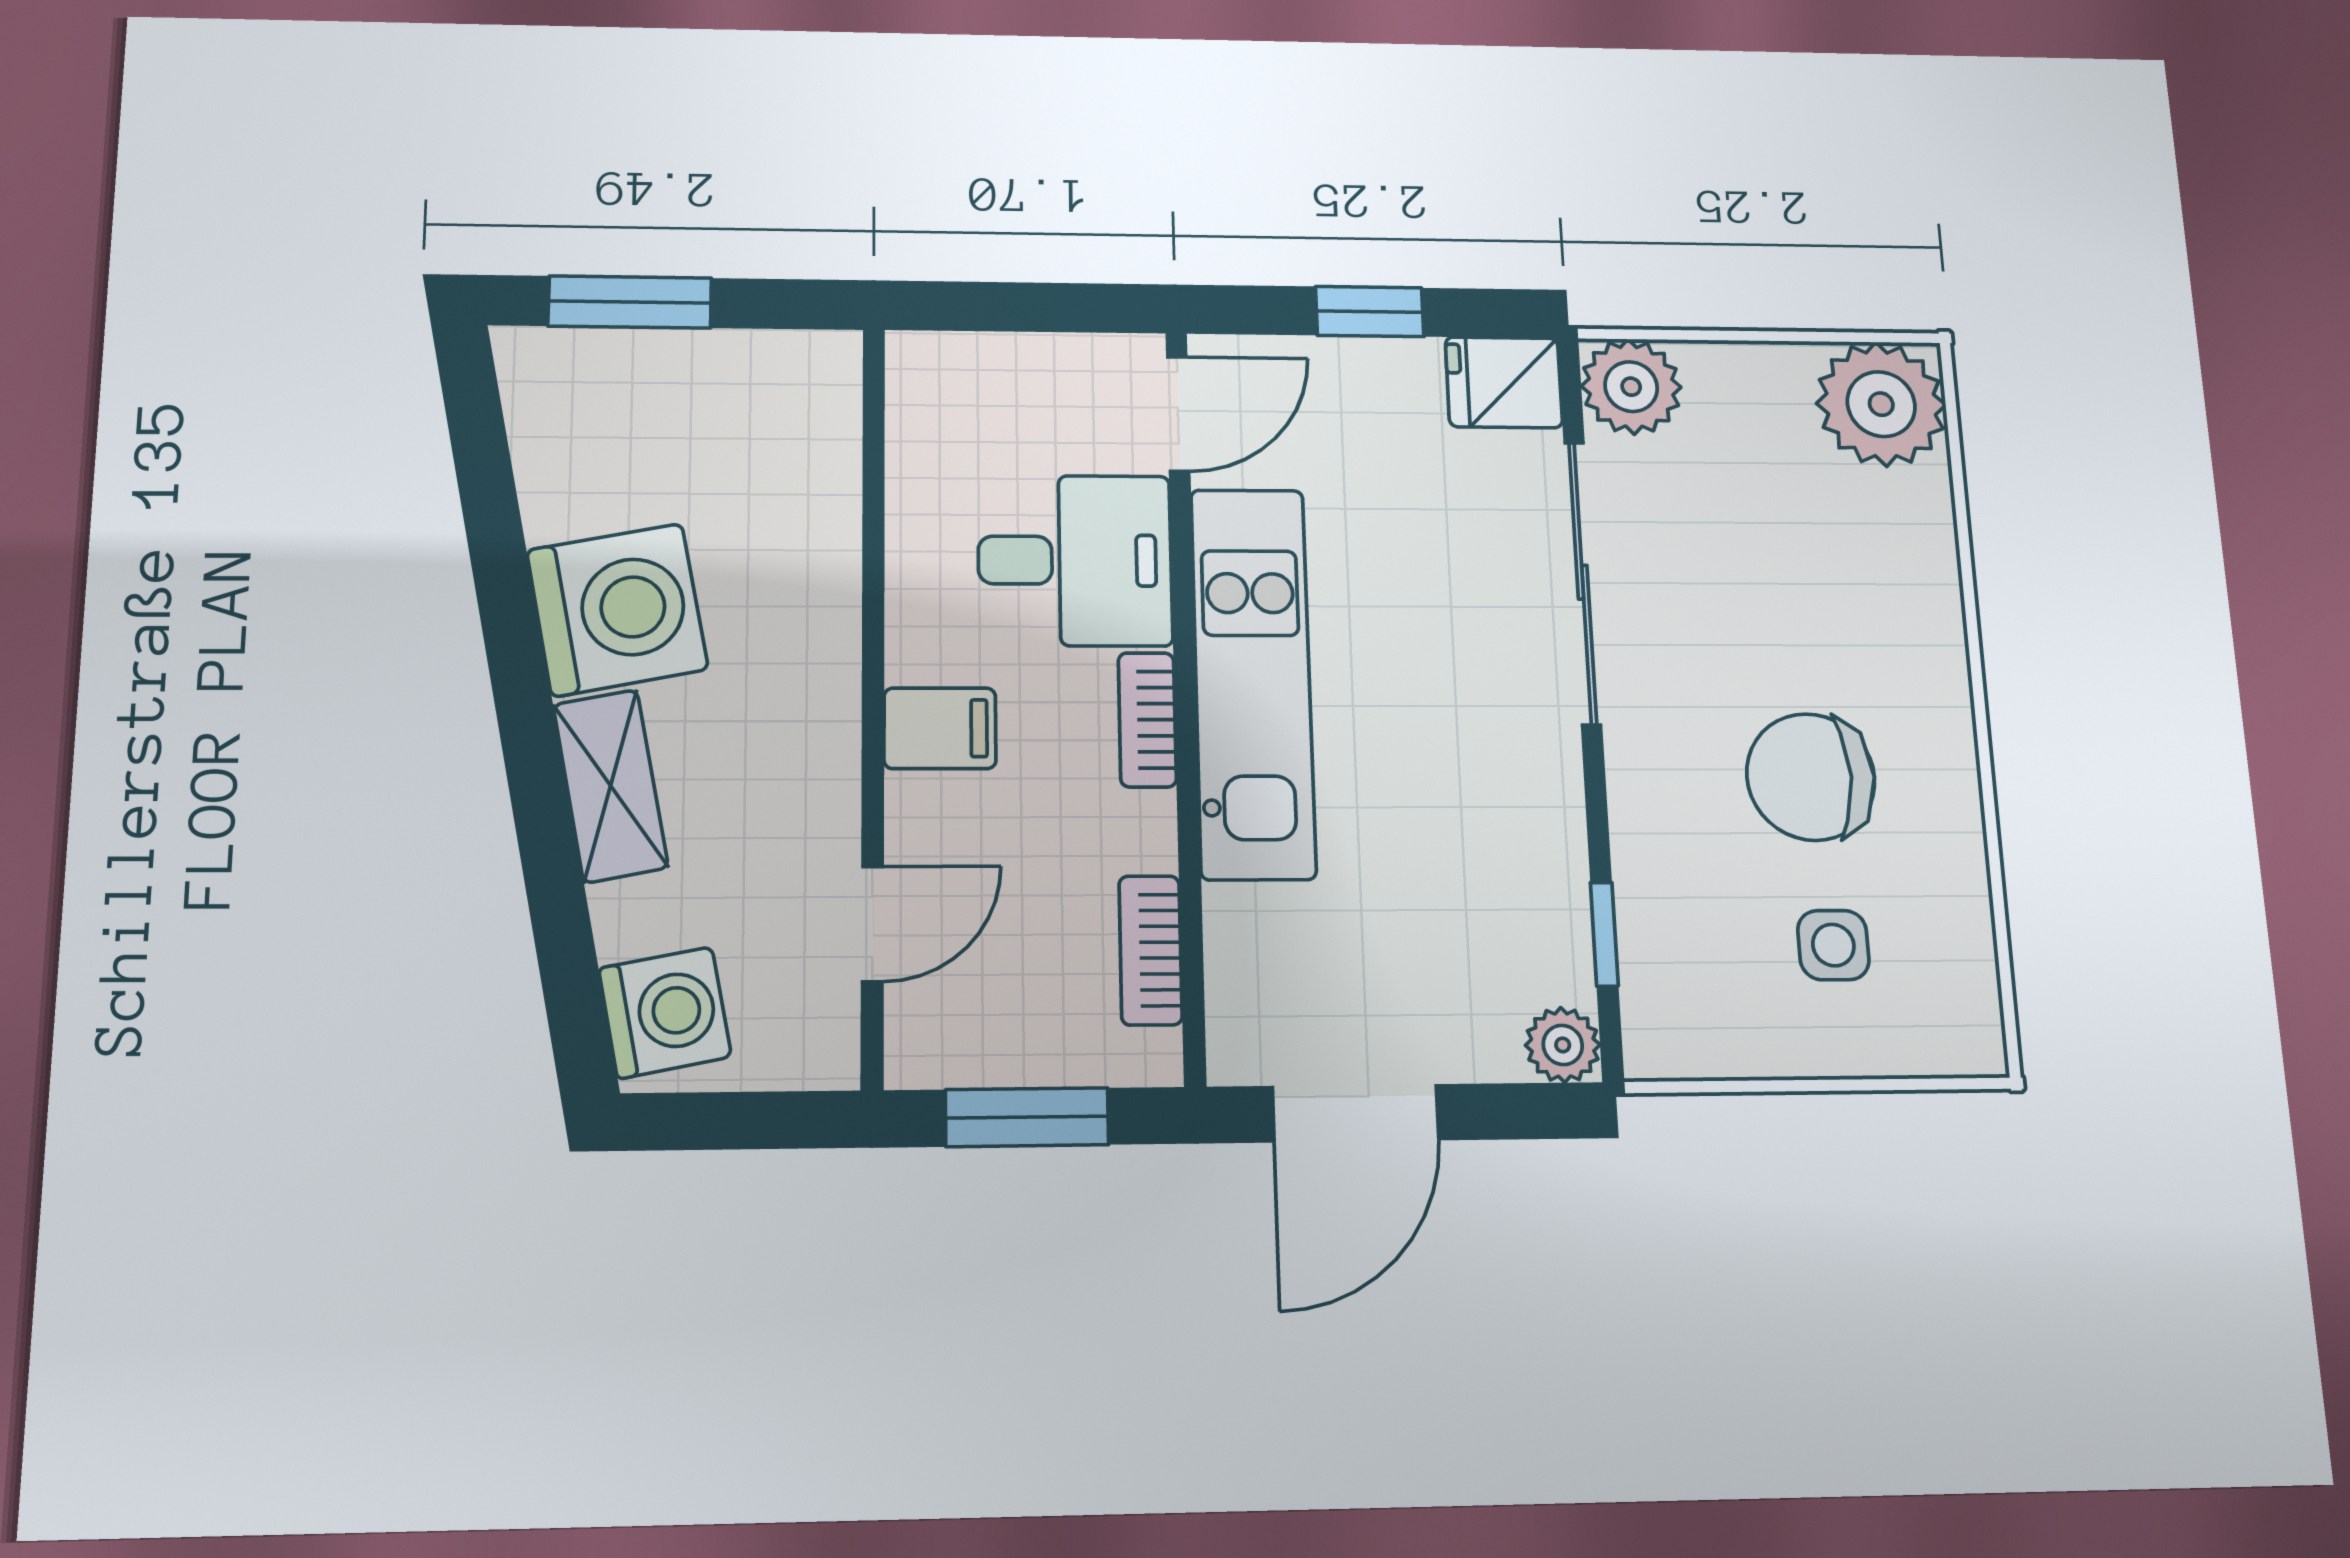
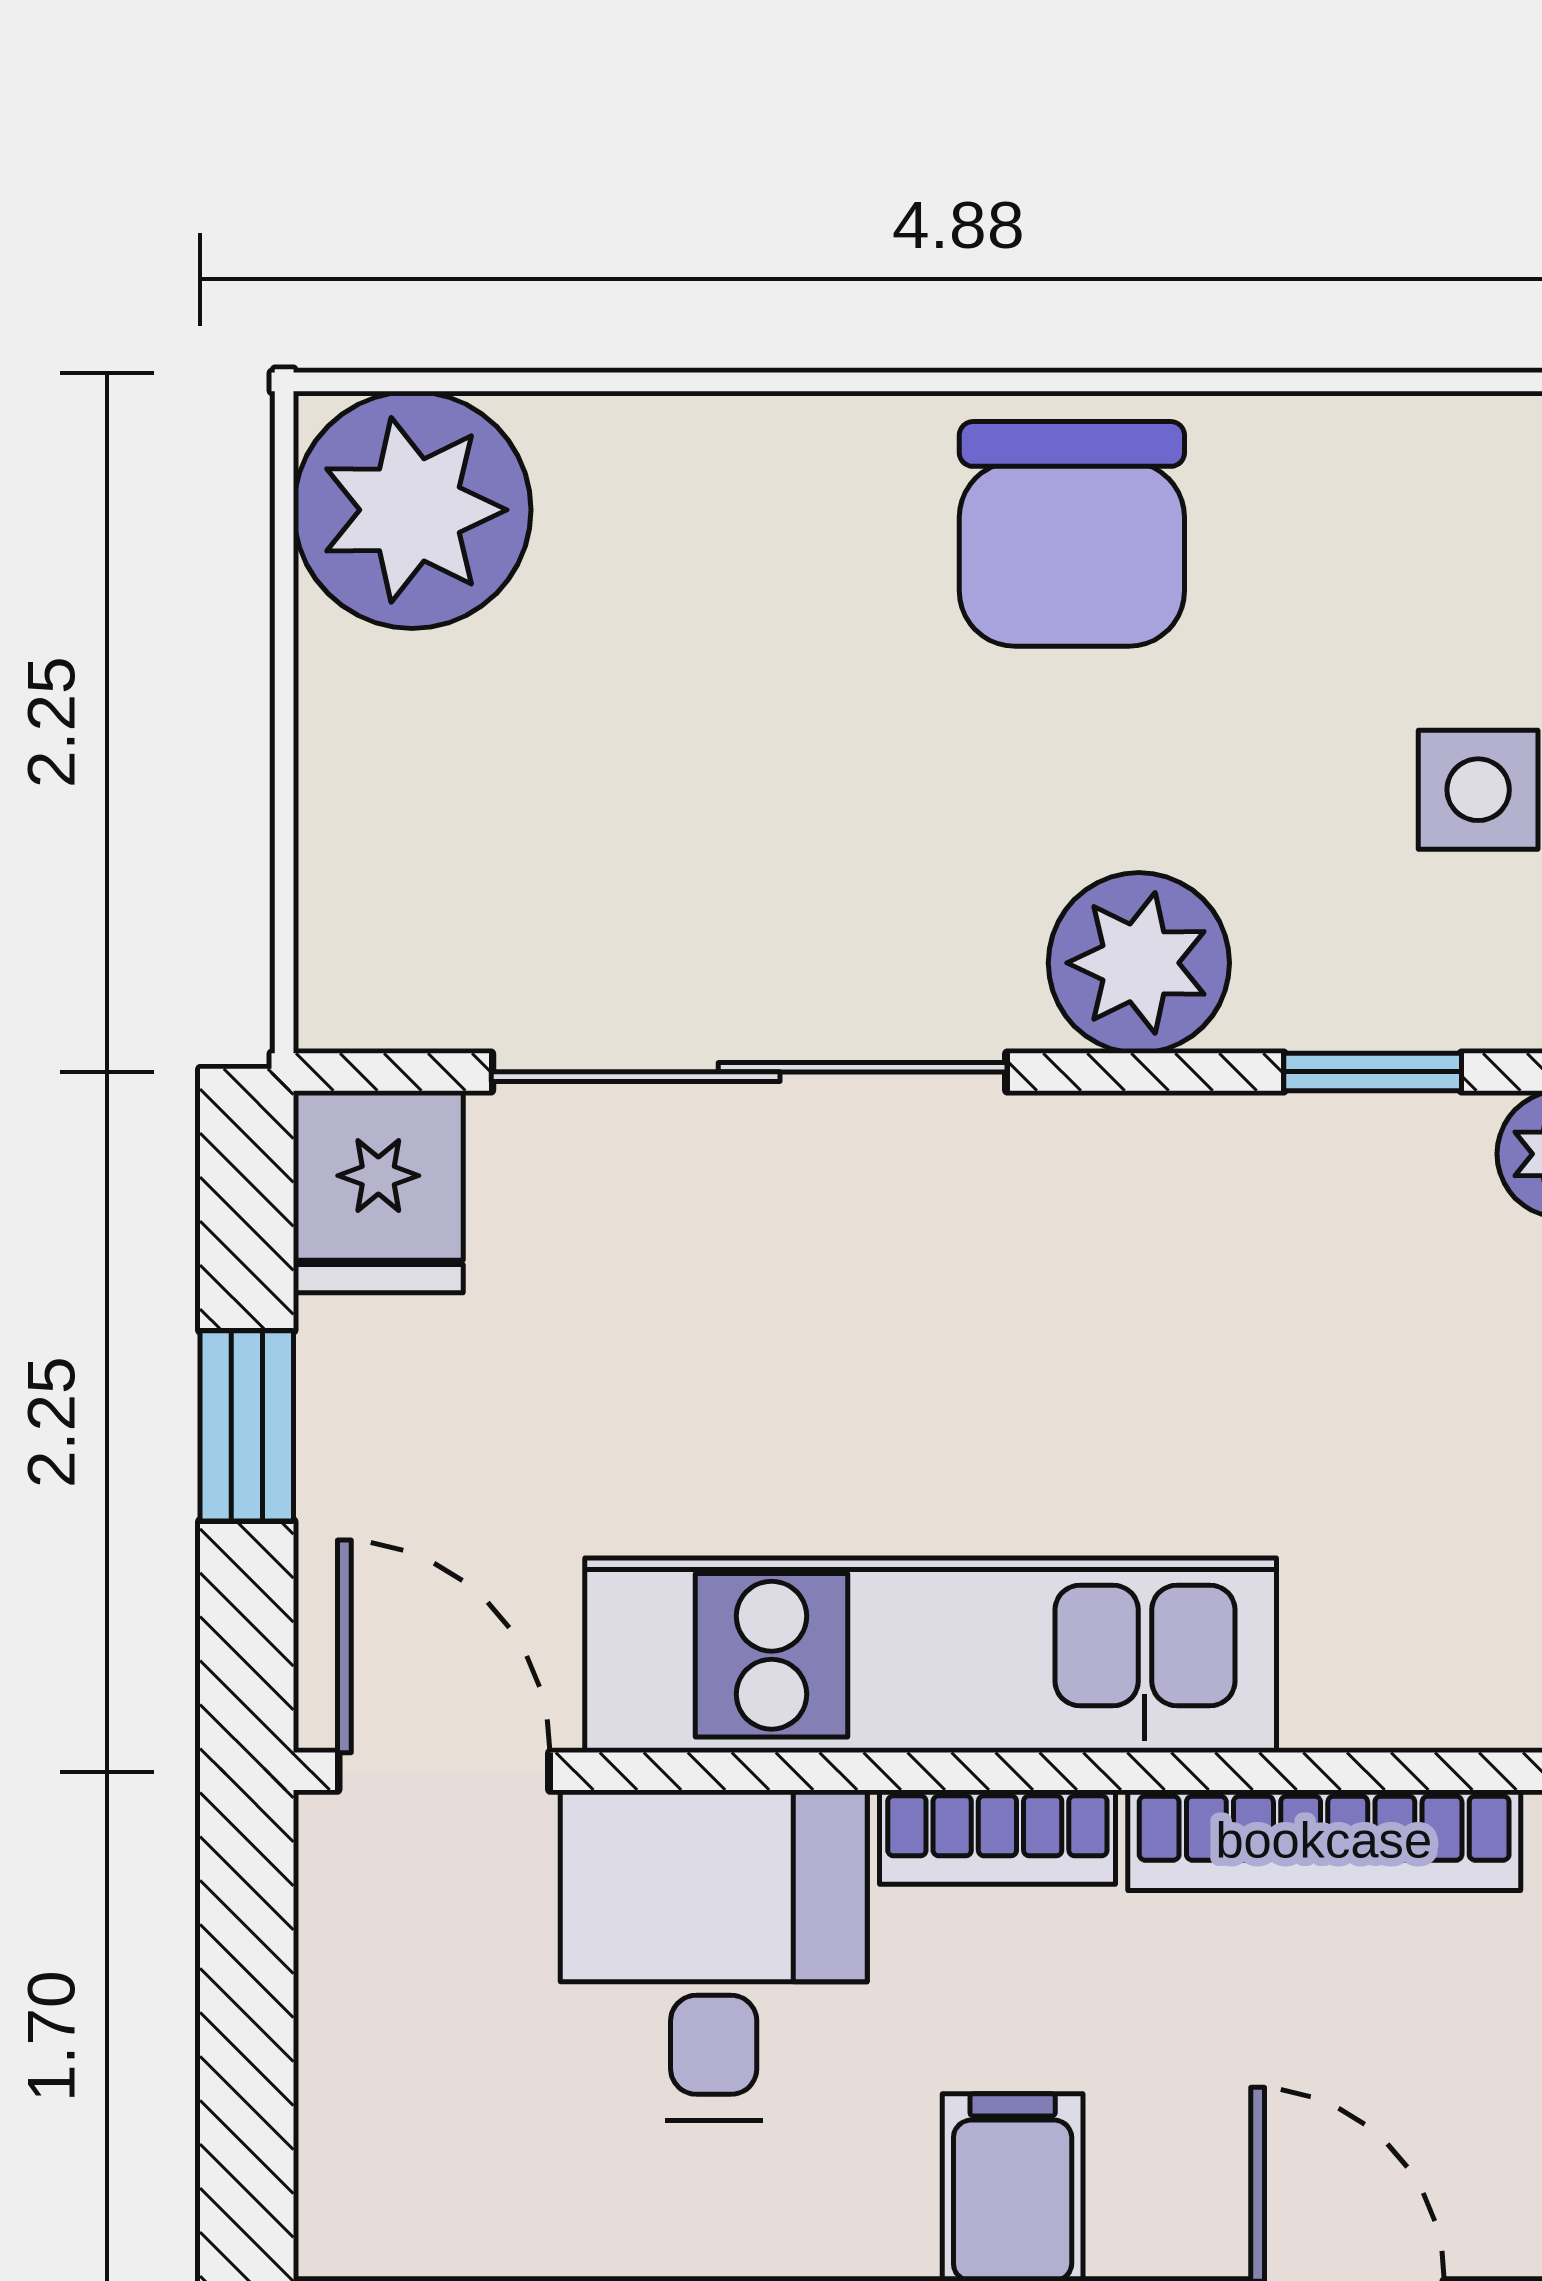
plant: (1631, 387) -> (1139, 963), moved
chair: (1811, 777) -> (1072, 534), moved
side table: (1833, 945) -> (1478, 790), moved
bookcase: (1150, 950) -> (1324, 1840), width x1.56

